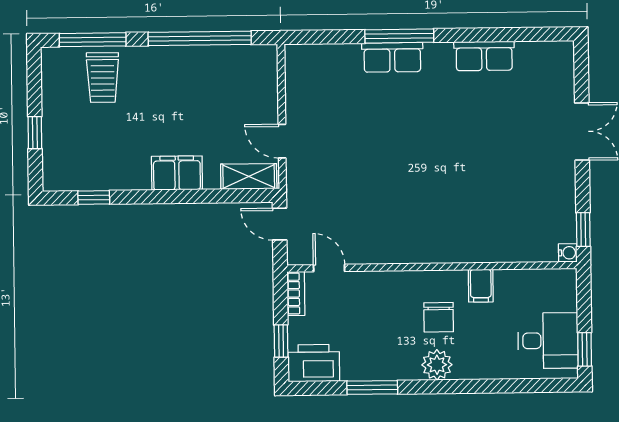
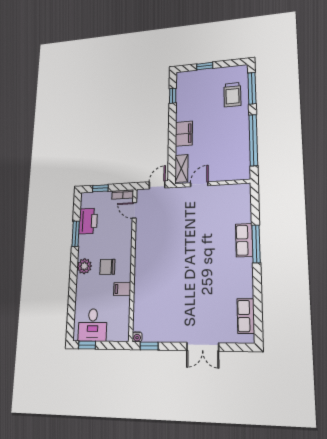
row of seats: (484, 56) -> (246, 316), moved
trolley: (103, 78) -> (232, 95), turned -90
door: (329, 268) -> (134, 210), swing flipped
printer: (314, 363) -> (88, 221), moved

